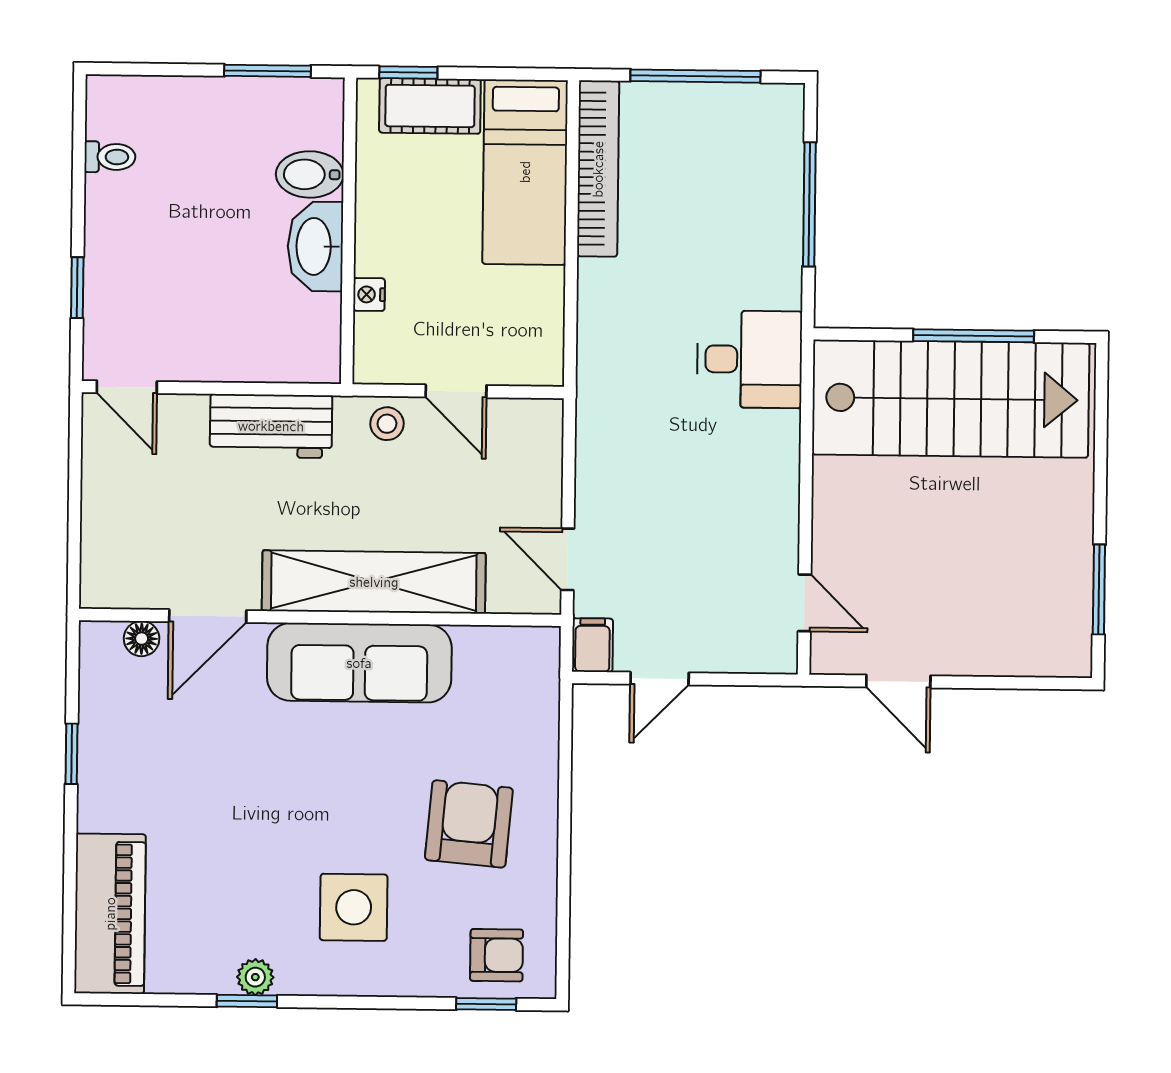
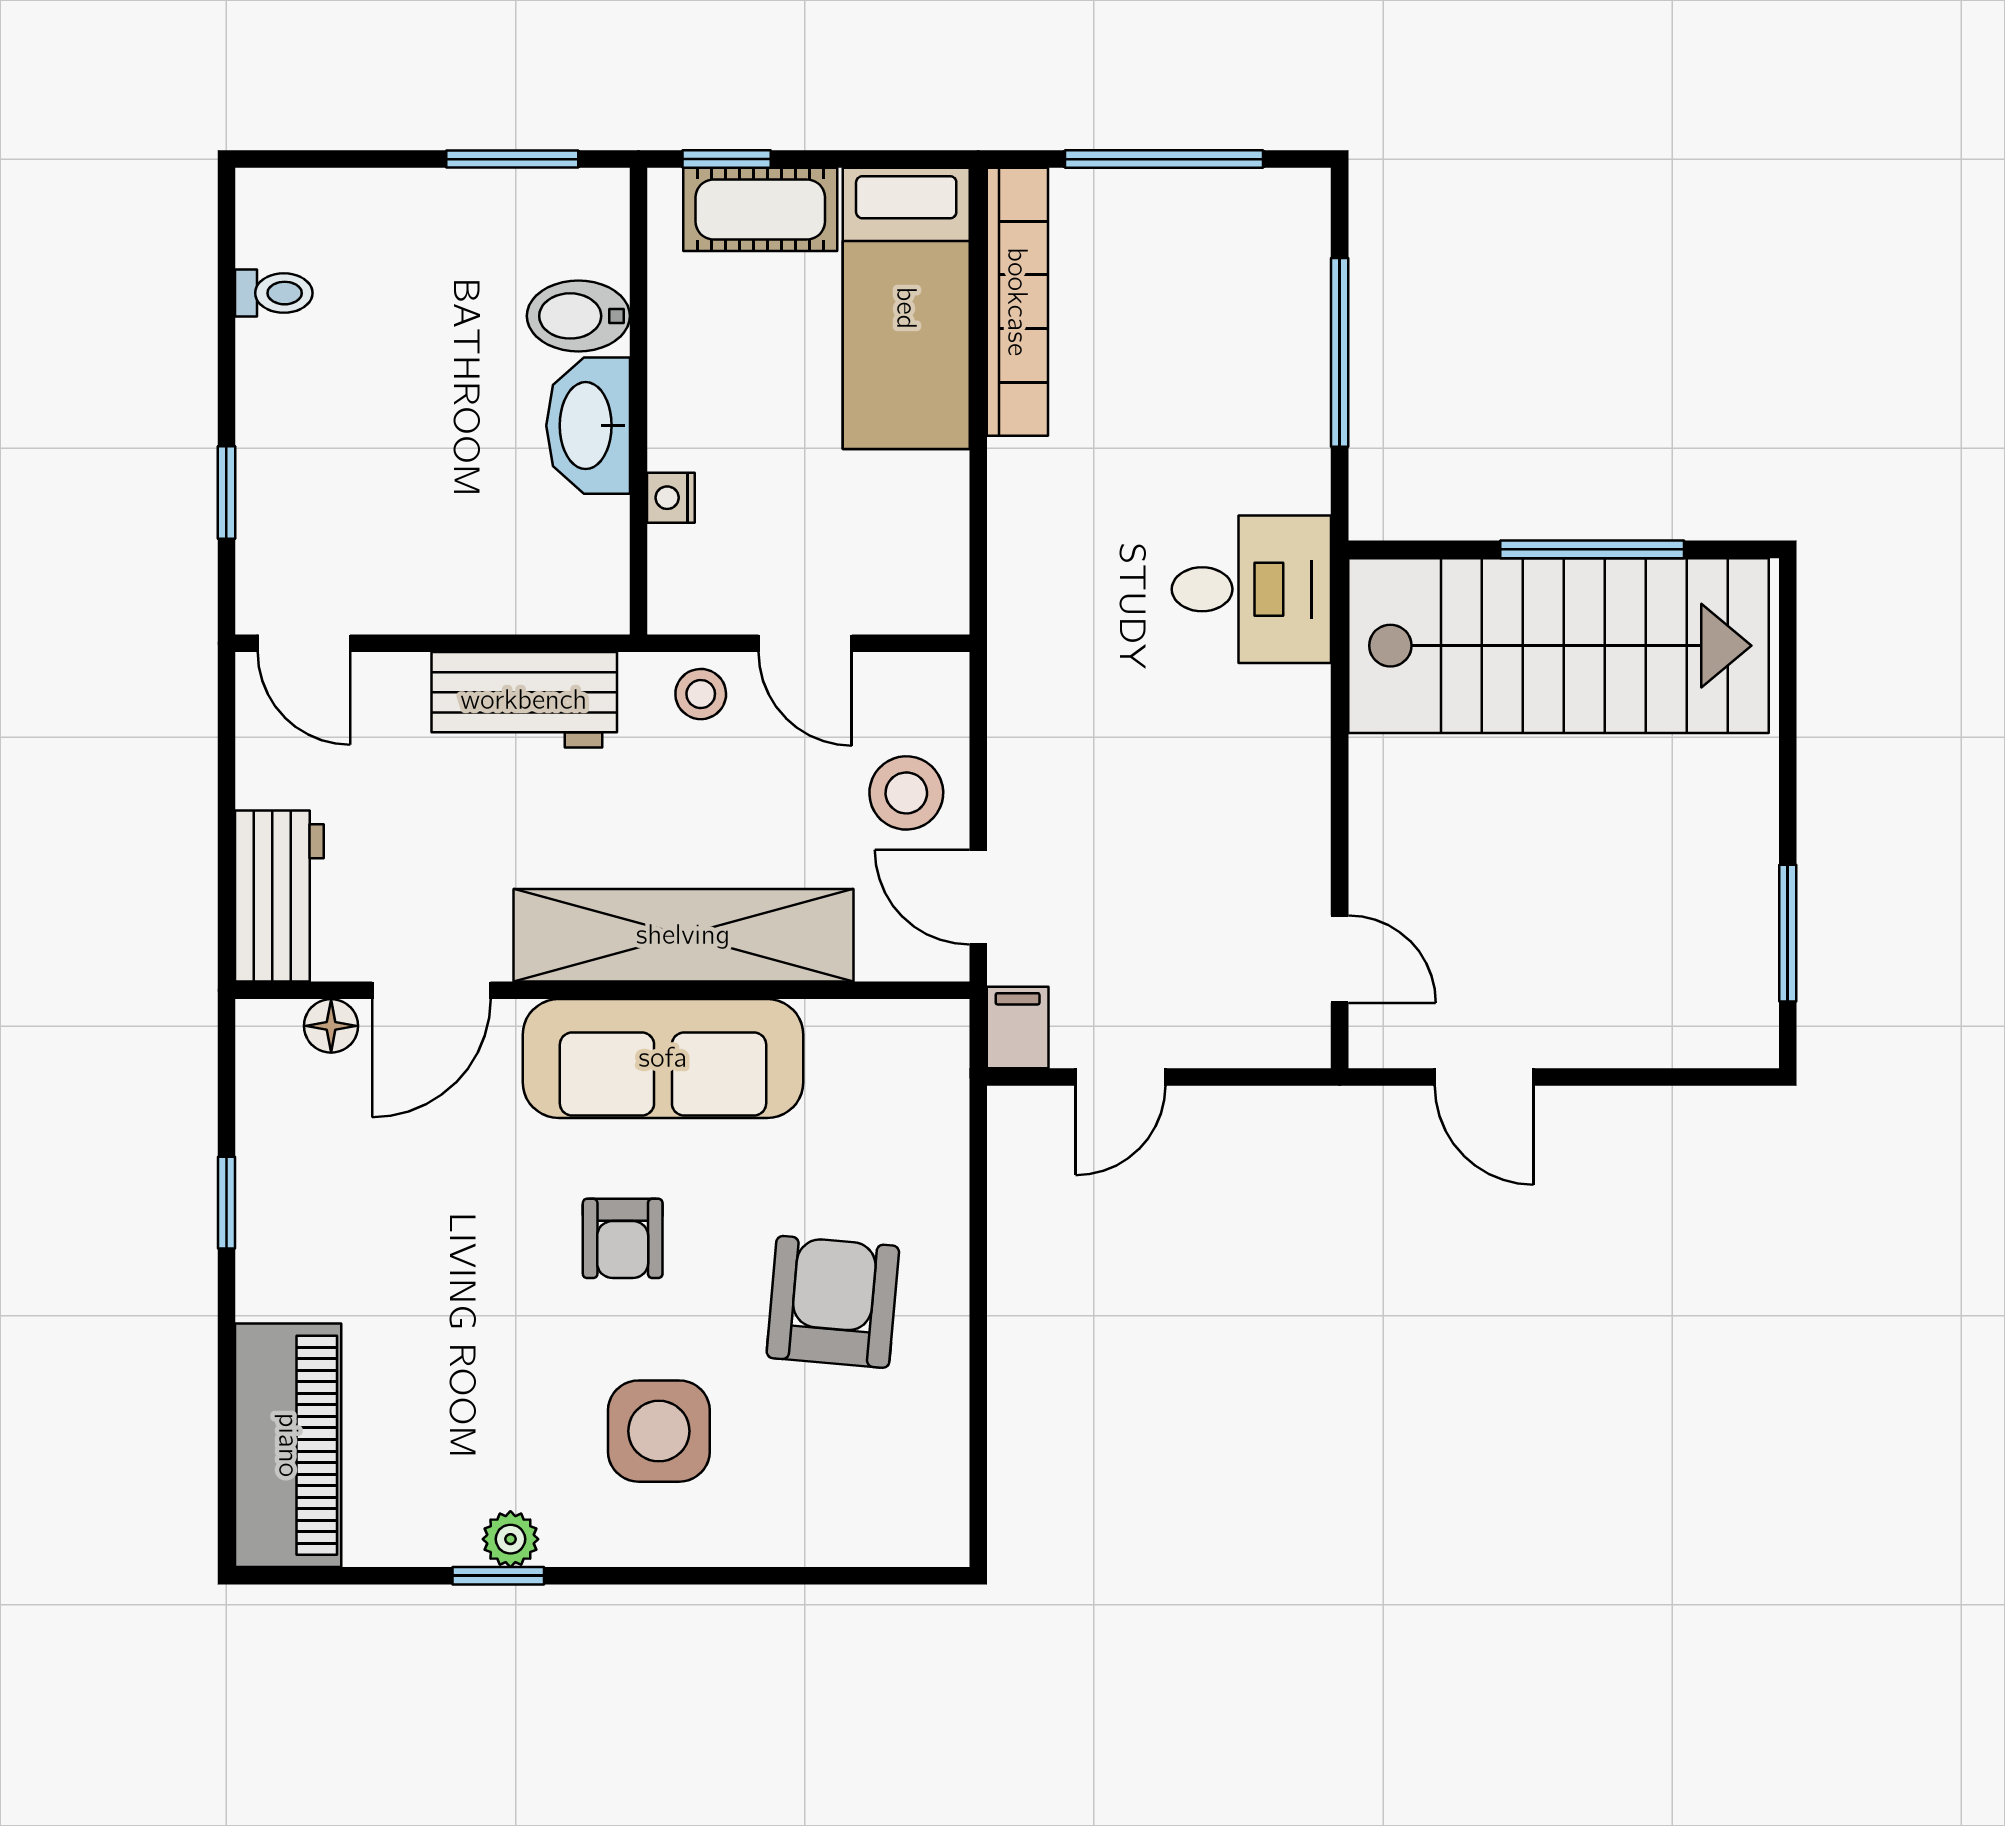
stool: (521, 490) -> (906, 793), added
workbench: (109, 553) -> (279, 896), added
armchair: (497, 955) -> (623, 1238), moved, turned 90
window: (486, 1004) -> (862, 1576), removed

